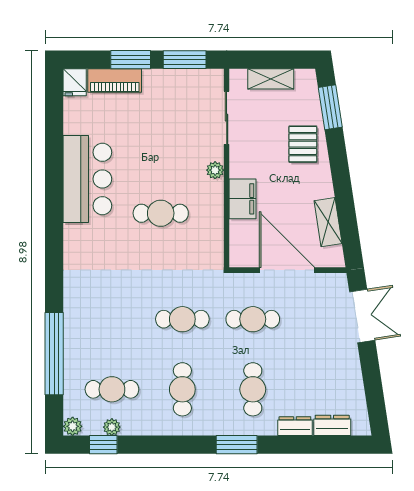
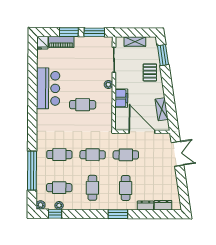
cafe table: (112, 319) -> (59, 155), added

